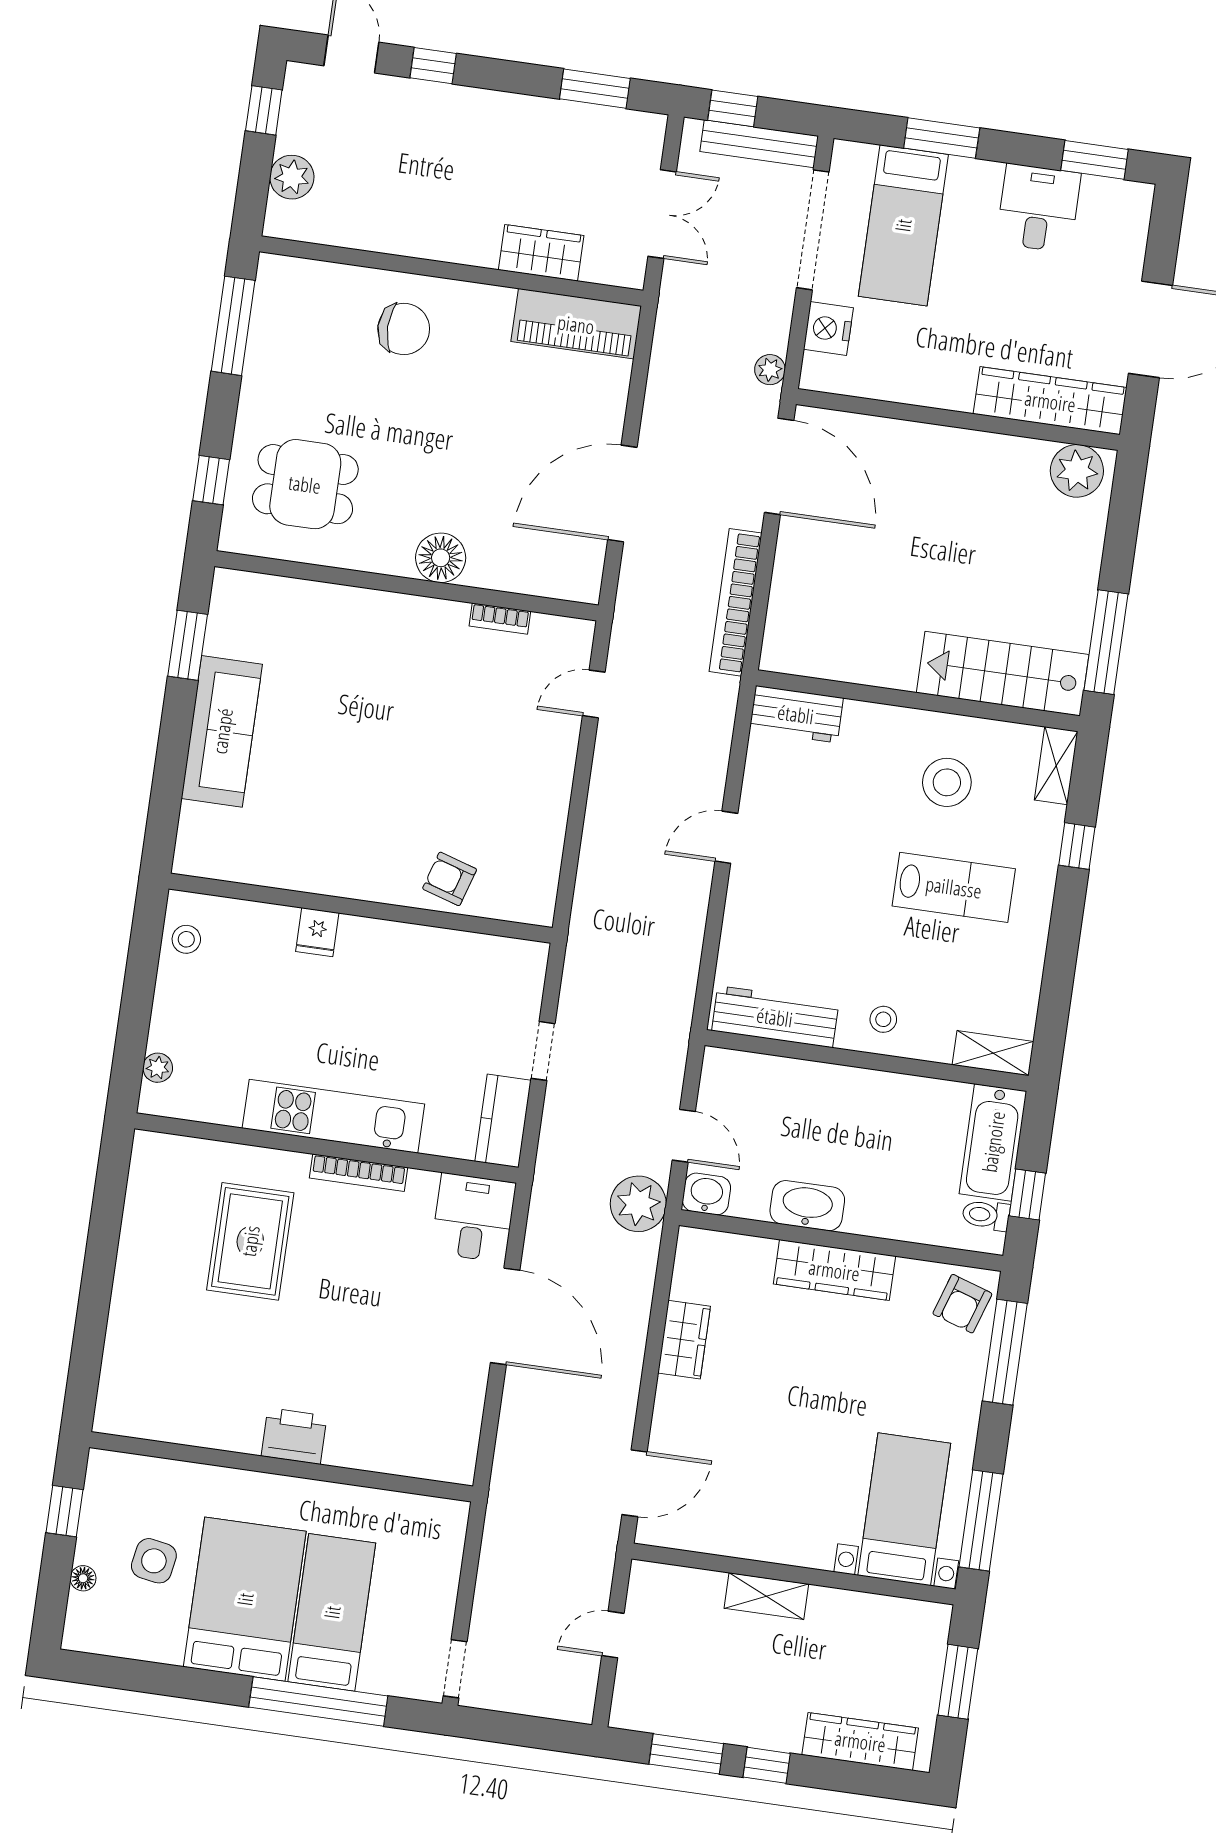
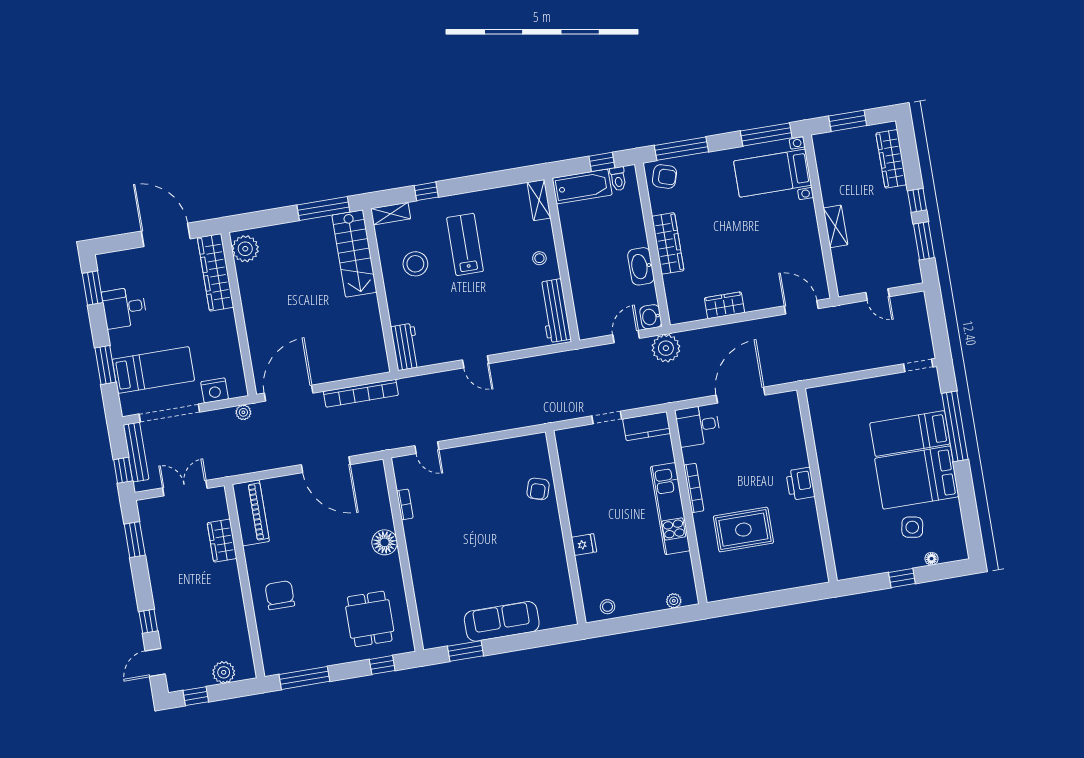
printer: (294, 1436) -> (800, 484), moved
wall: (281, 1467) -> (817, 485), moved

